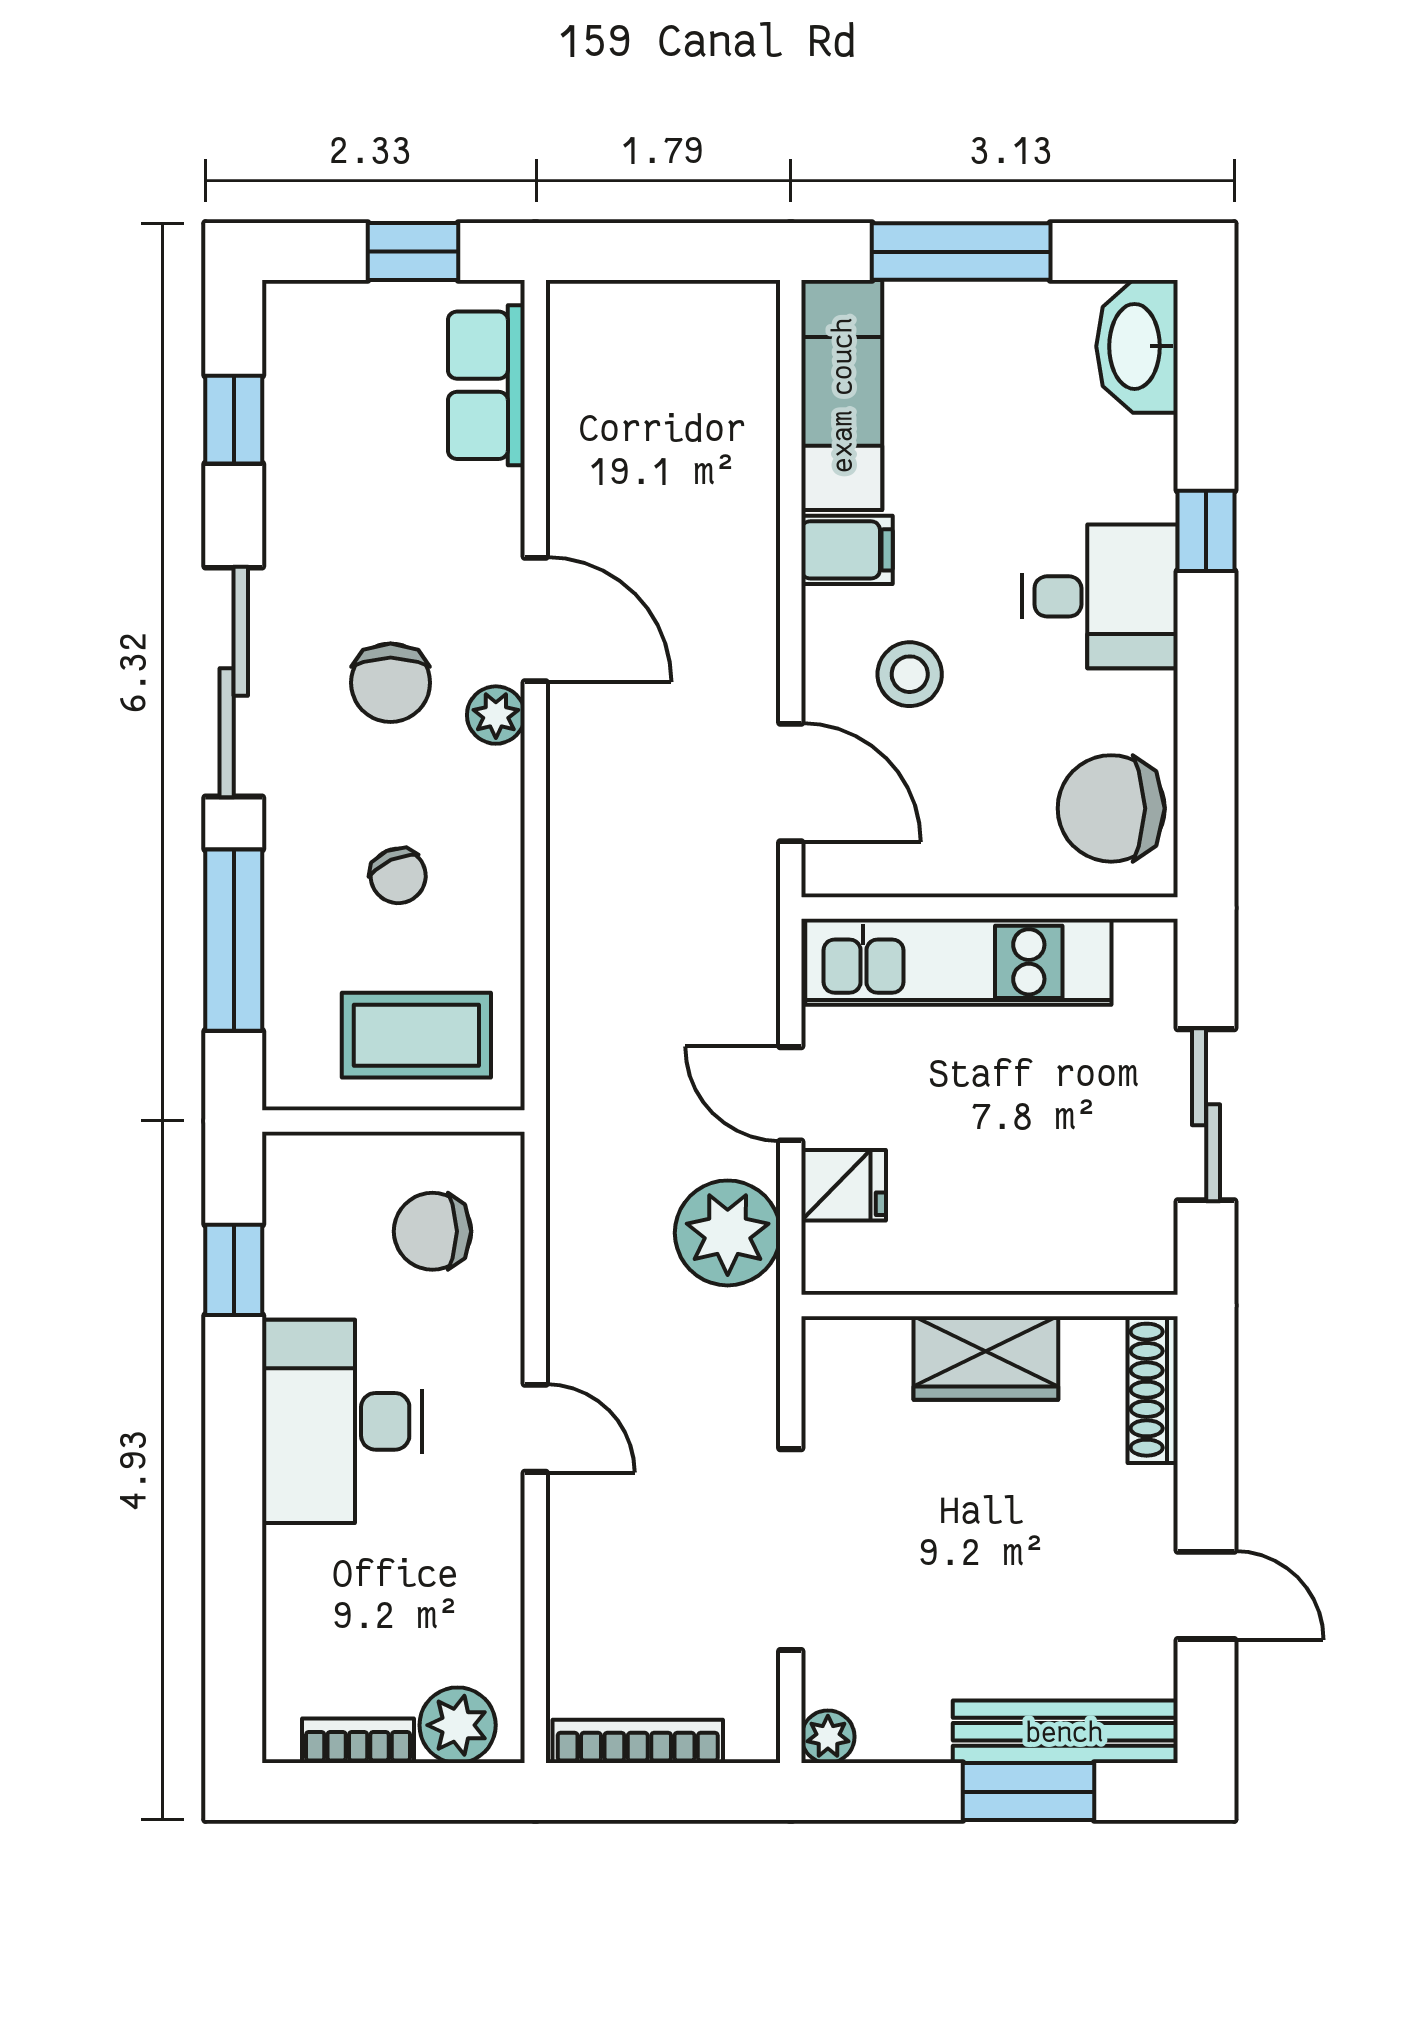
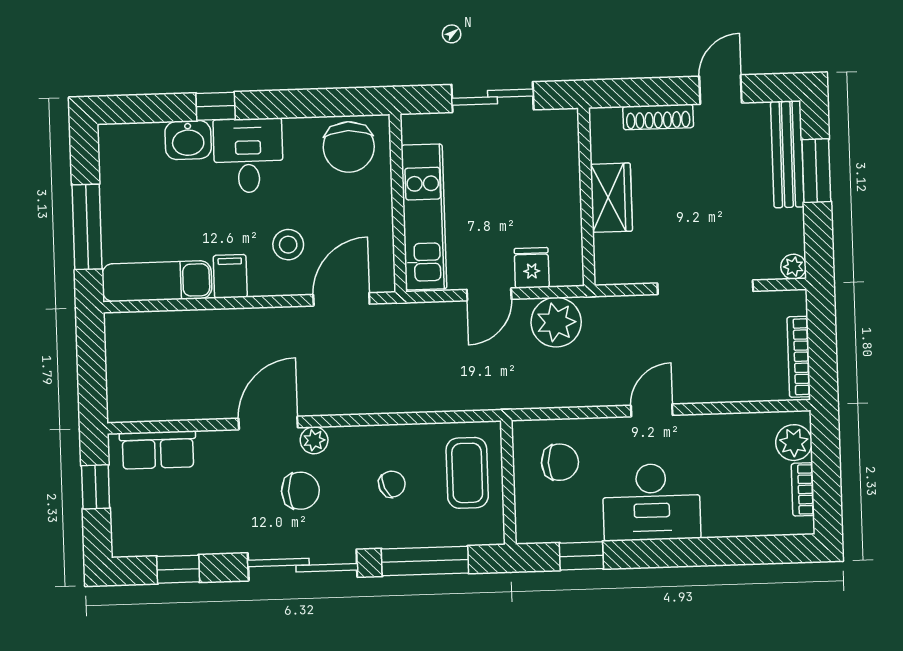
washbasin: (1137, 346) -> (188, 140), moved, width x0.72
chair: (432, 1231) -> (560, 462), turned -90
shoe rack: (1153, 1390) -> (658, 117), moved

